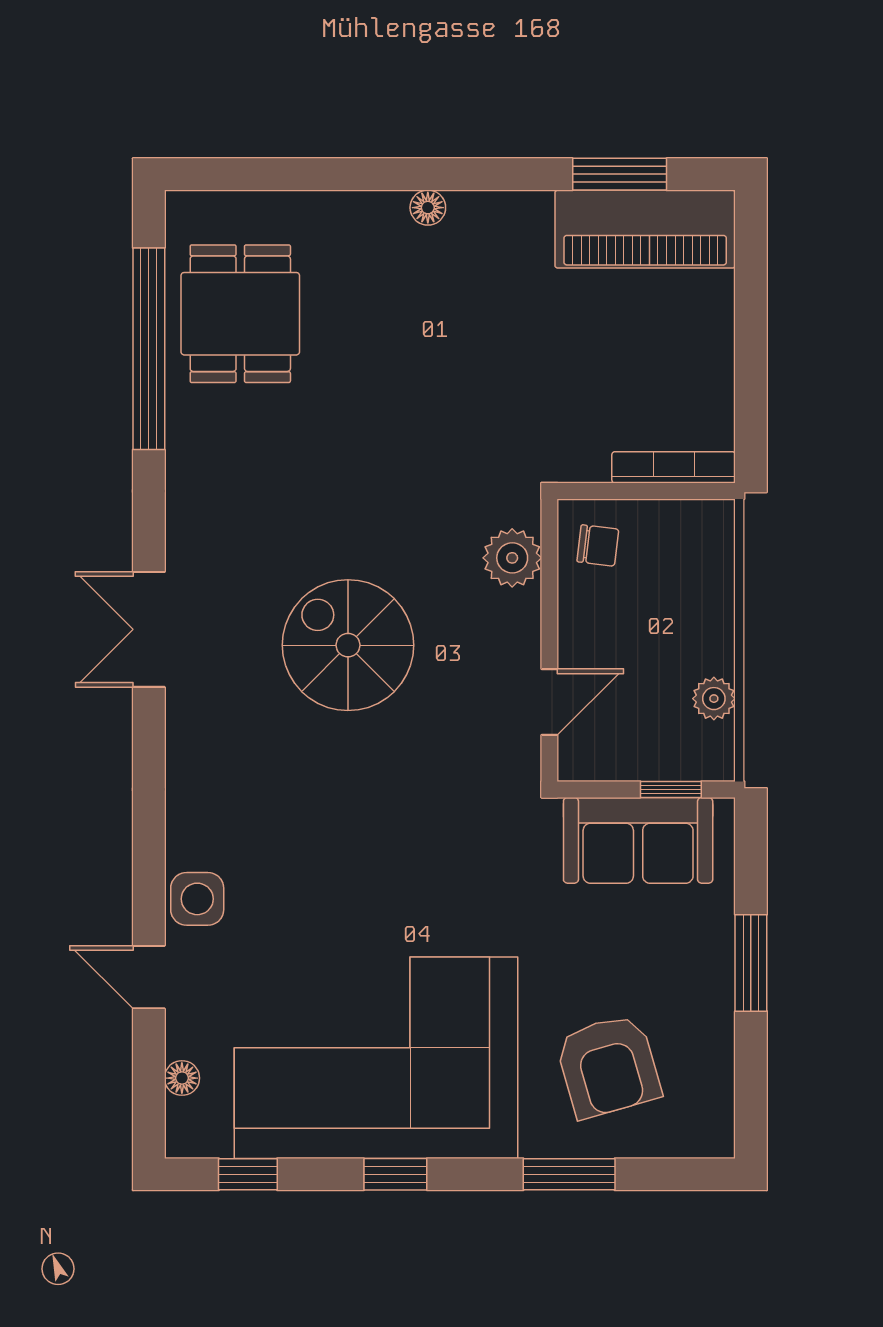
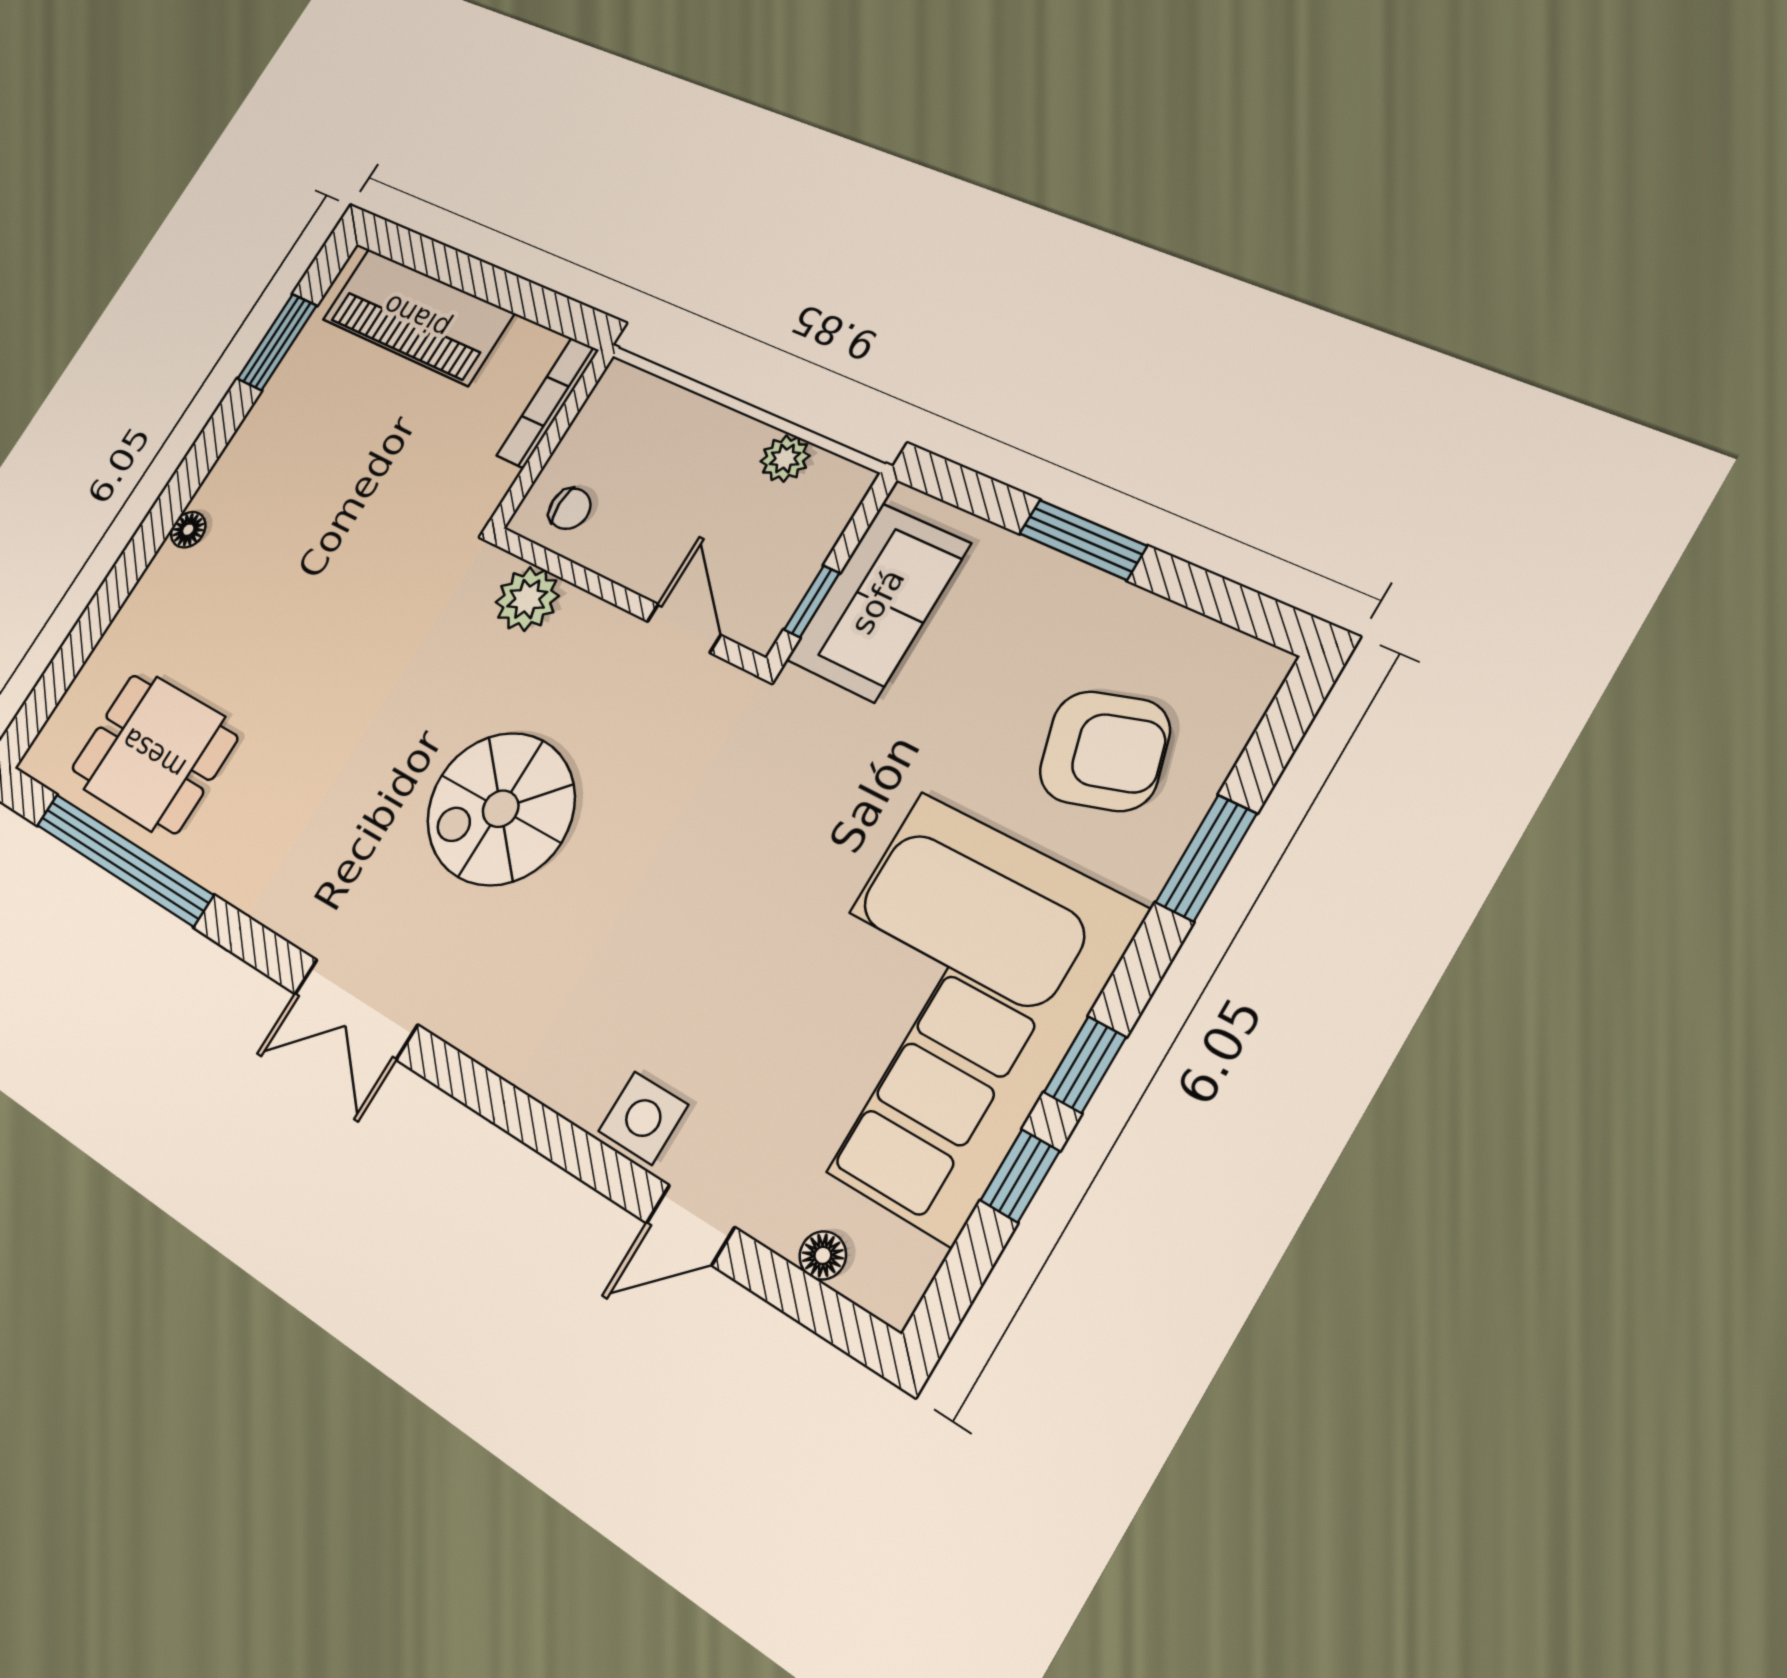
piano: (645, 229) -> (417, 316), moved, turned 90
chair: (598, 545) -> (570, 509), turned 83
window: (671, 789) -> (812, 601), moved
window: (248, 1174) -> (1020, 1176), moved

